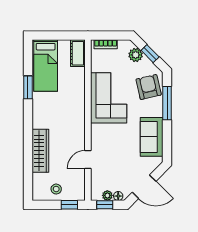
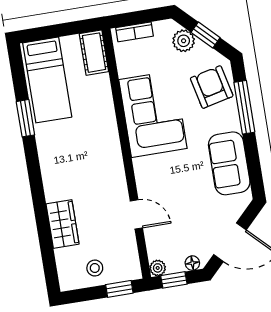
wardrobe: (40, 151) -> (63, 224), width x0.67
door: (88, 160) -> (136, 214), swing flipped
plant: (107, 195) -> (158, 268), moved

